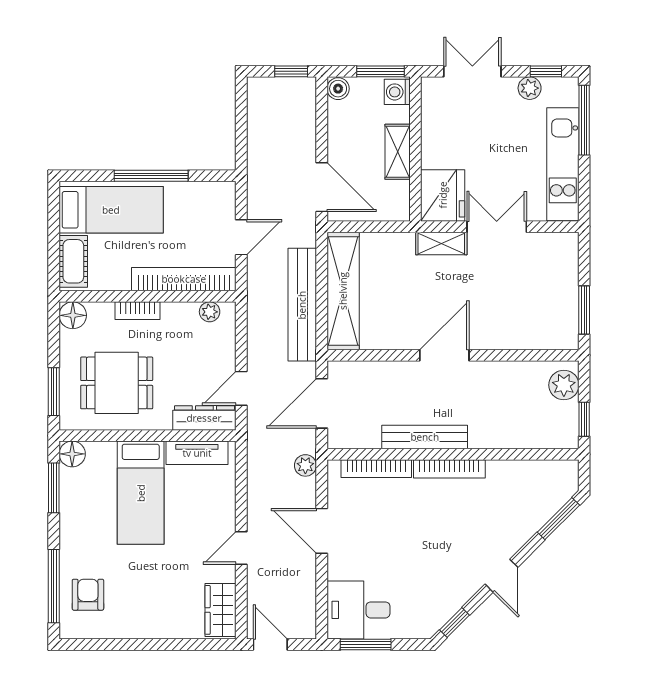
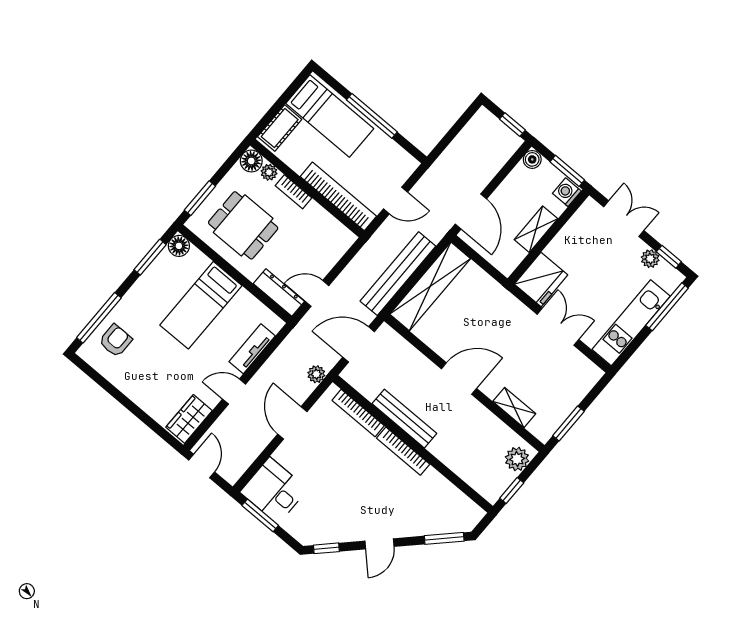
shelving: (441, 244) -> (514, 408), moved
plant: (210, 312) -> (269, 172), moved
tv unit: (197, 453) -> (252, 349), moved, turned 90

